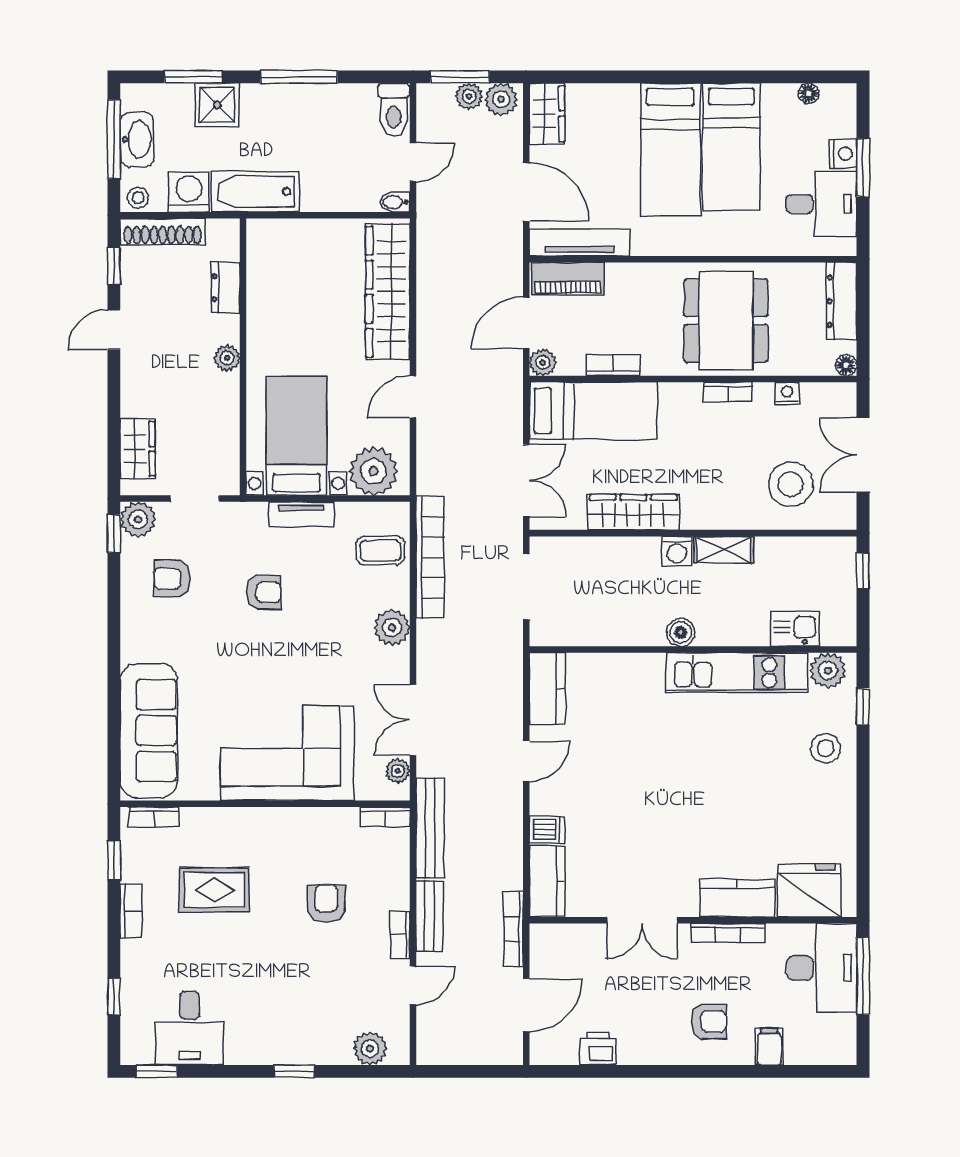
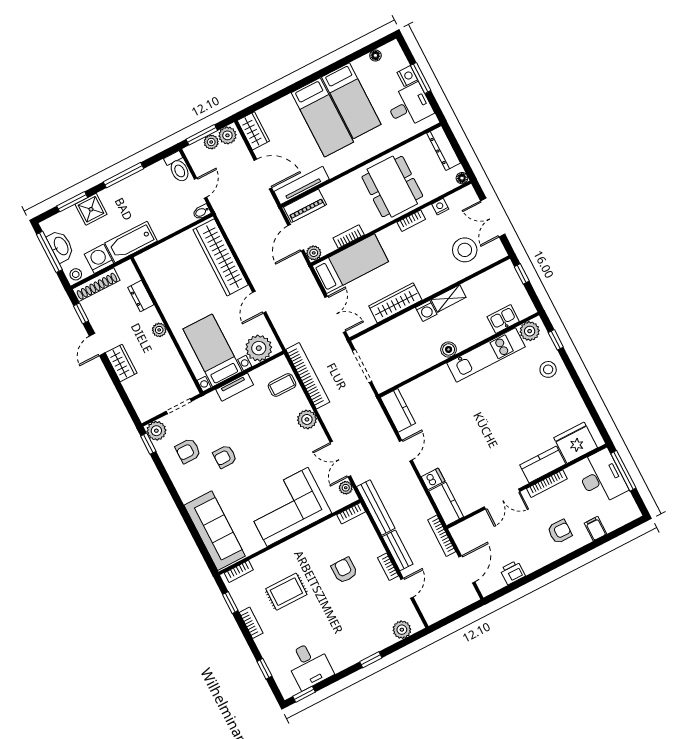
wardrobe: (138, 449) -> (121, 363), moved
armchair: (264, 592) -> (225, 457), moved, turned 180

